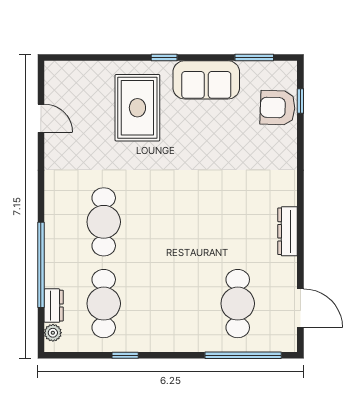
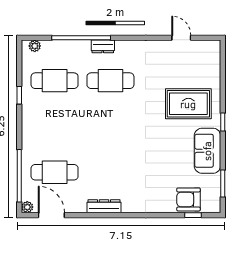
armchair: (278, 108) -> (188, 199), turned -92
door: (41, 118) -> (181, 38), swing flipped
dresser: (54, 306) -> (103, 46), moved
door: (300, 308) -> (51, 215), swing flipped
plant: (289, 343) -> (27, 207), added

